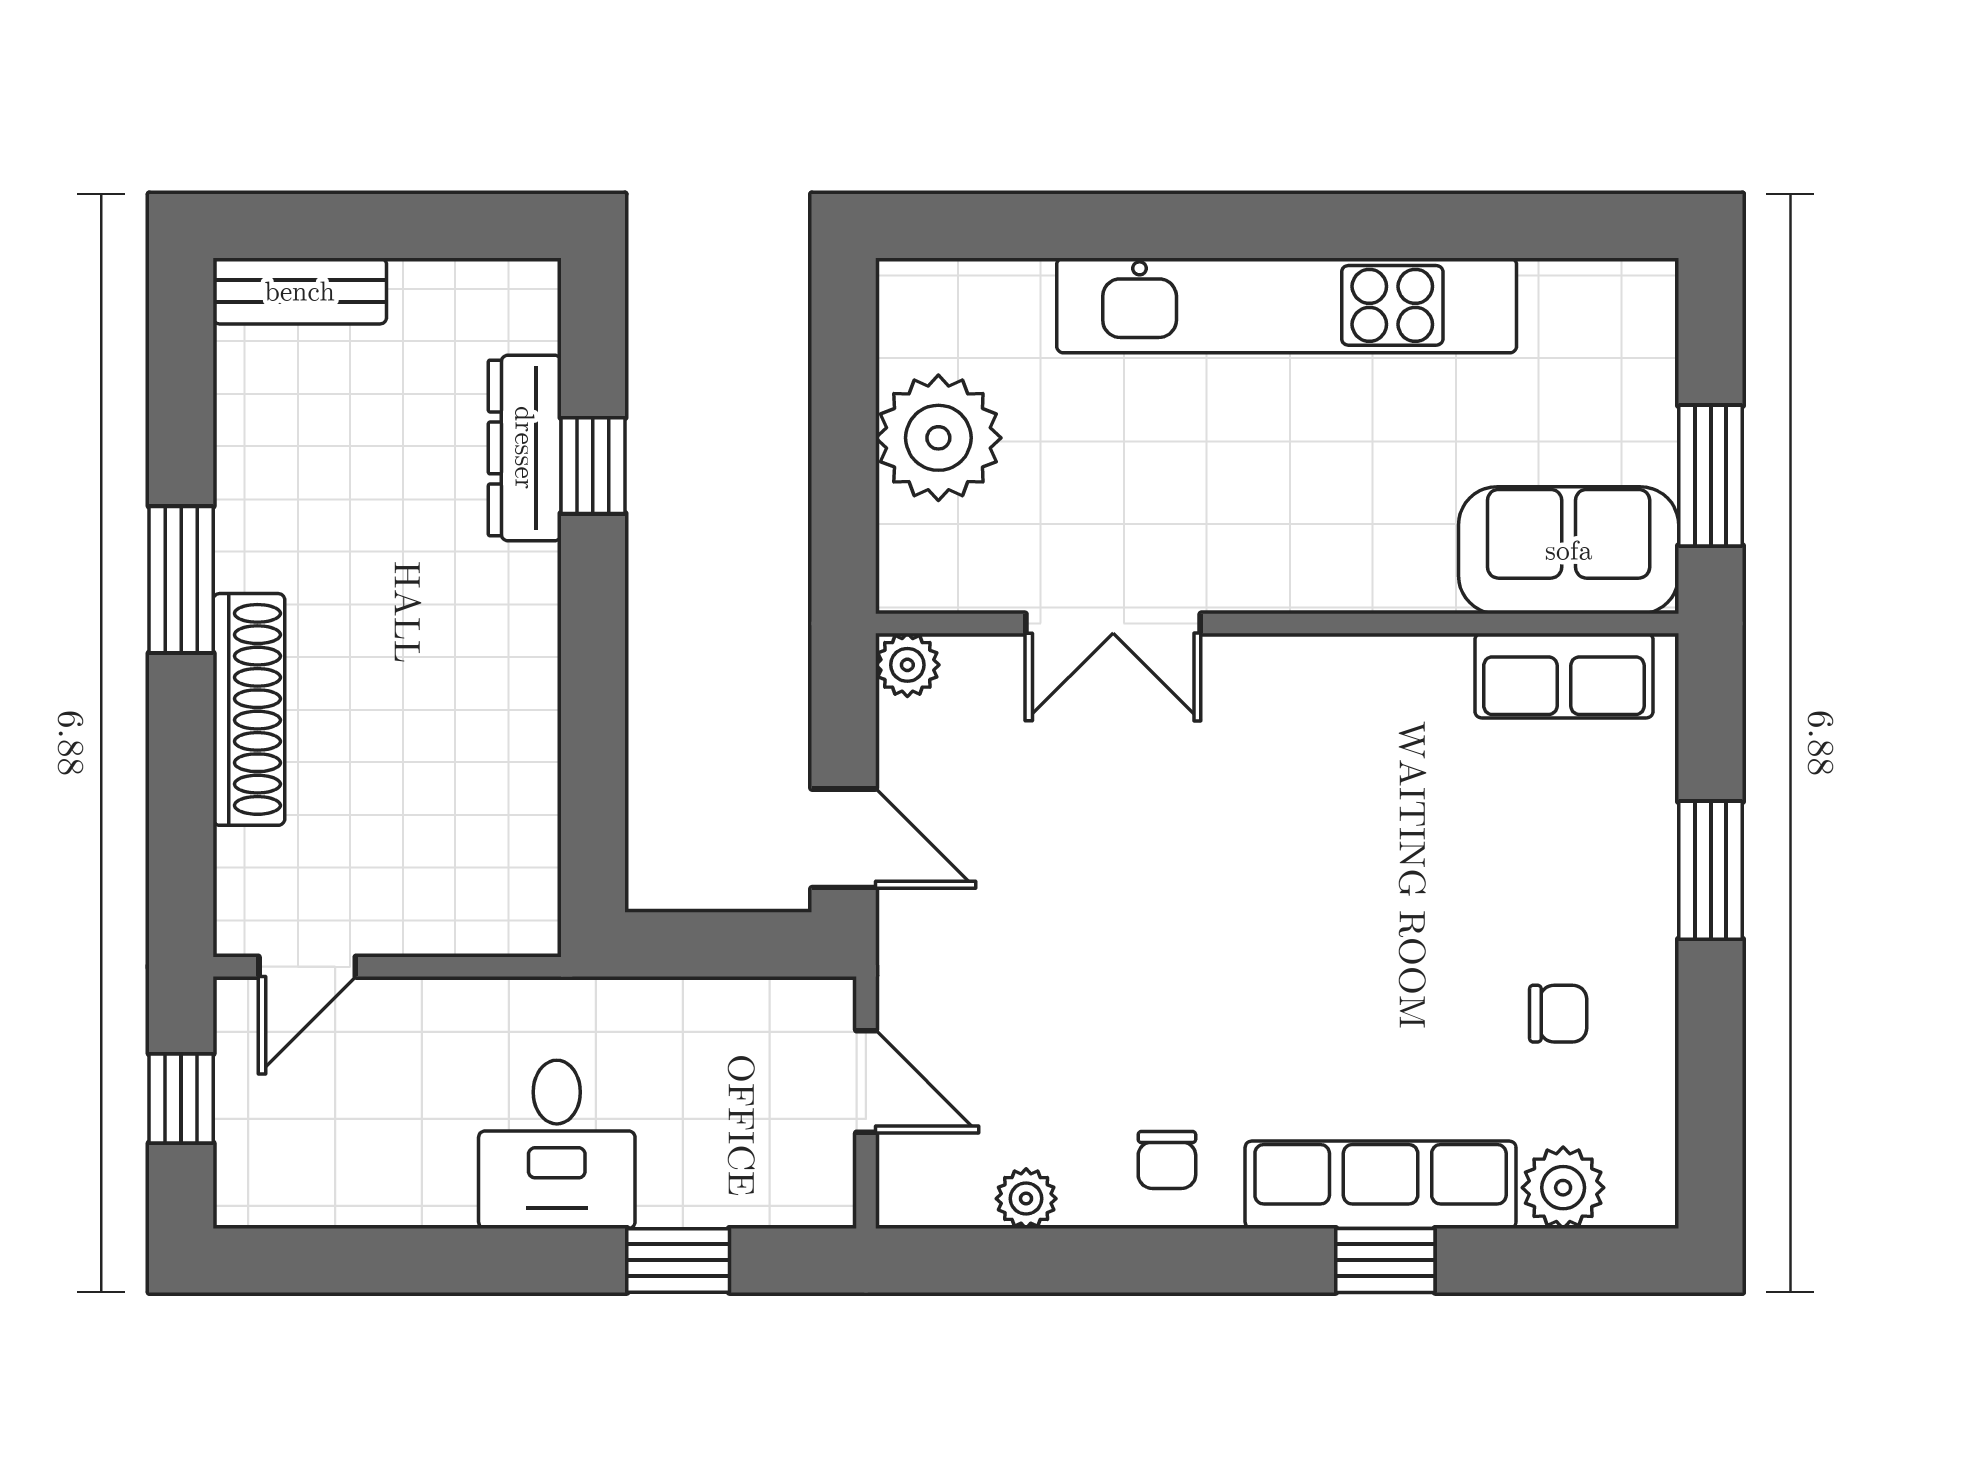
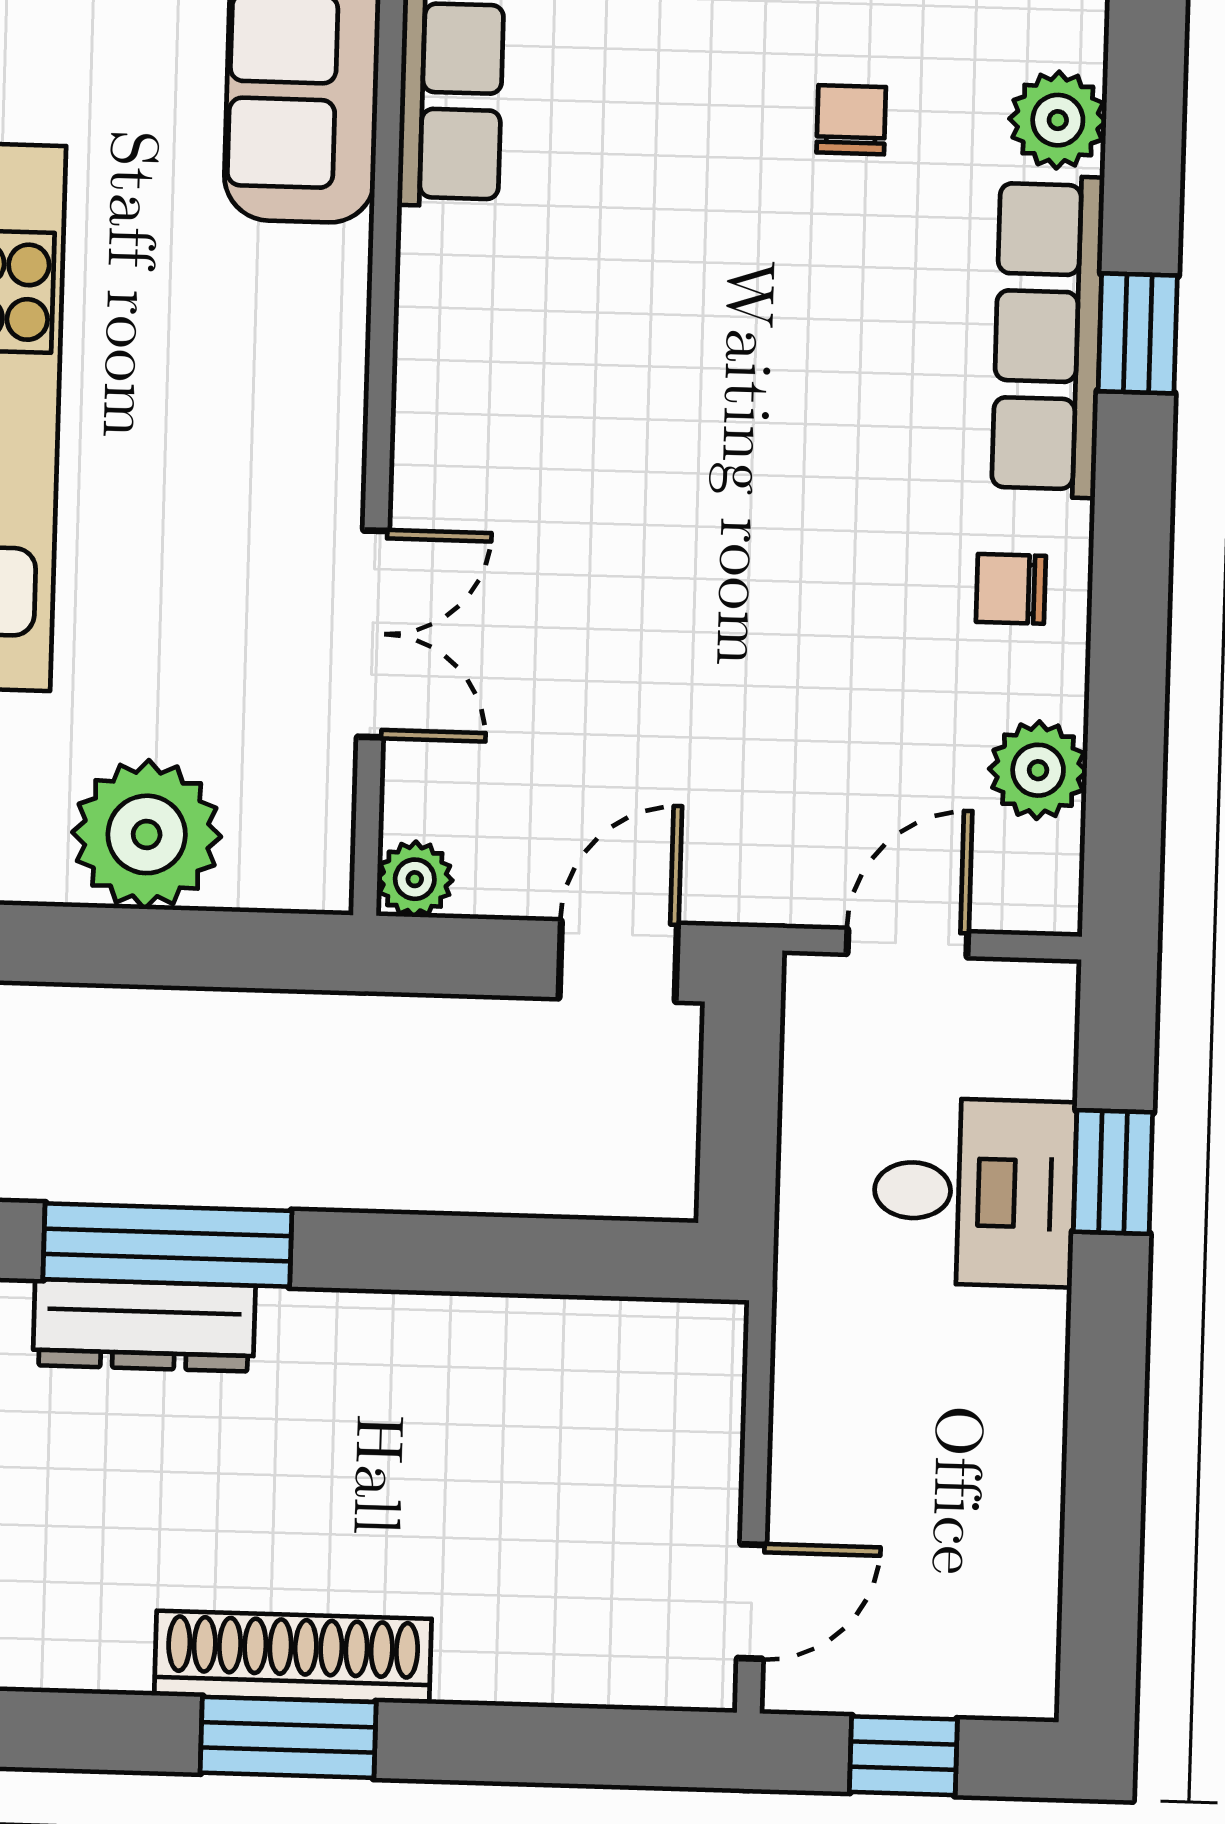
window: (593, 466) -> (167, 1245), width x2.17
shoe rack: (249, 709) -> (293, 1657), moved
door: (307, 967) -> (752, 1601), hinge flipped
desk: (557, 1144) -> (974, 1192), moved
chair: (1167, 1160) -> (1011, 589), turned 180
plant: (1026, 1199) -> (1038, 770), width x1.38, depth x1.38

